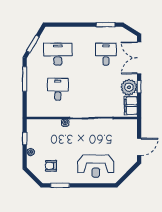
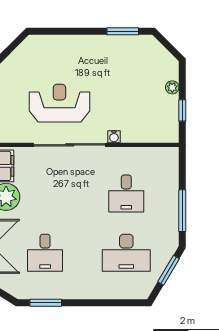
armchair: (51, 166) -> (138, 64), removed
reception desk: (96, 166) -> (59, 103), moved

